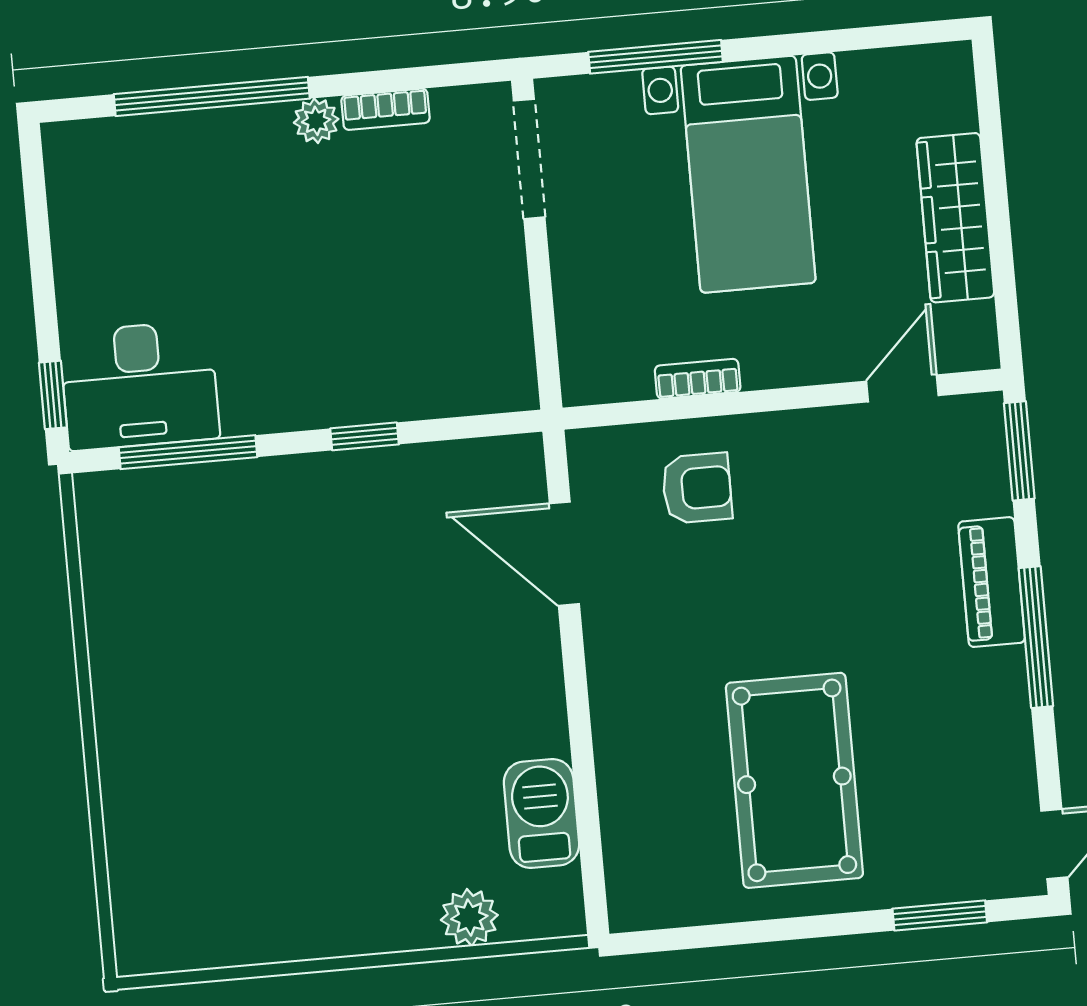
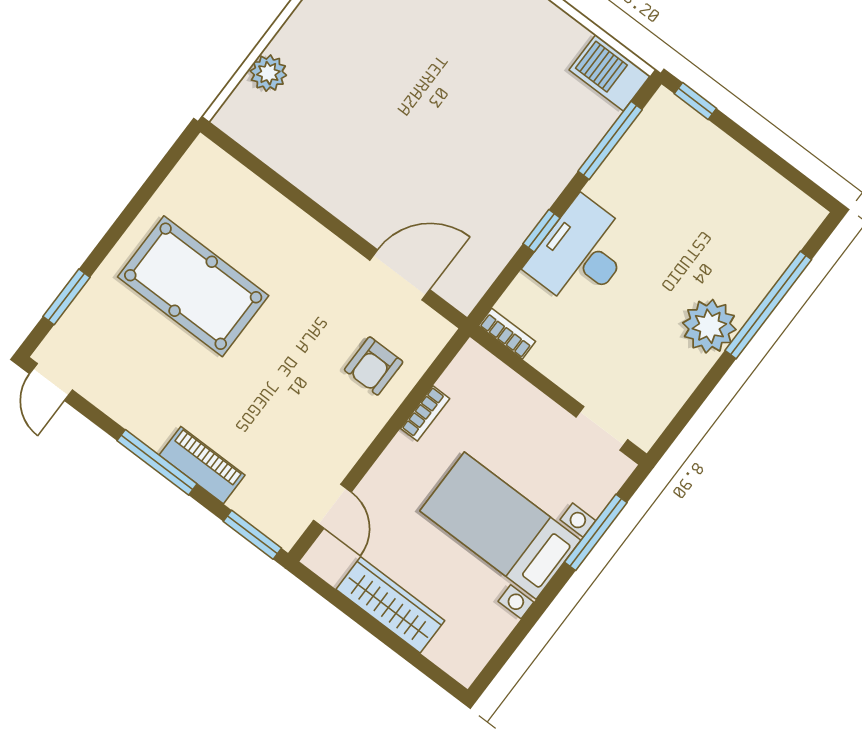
bookcase: (385, 109) -> (507, 334), moved, turned 90
plant: (316, 121) -> (709, 326), width x1.87, depth x1.87
doorway: (529, 159) -> (602, 428), width x0.73
desk: (139, 385) -> (581, 254), moved
barbecue: (542, 813) -> (610, 73), moved, turned 180

